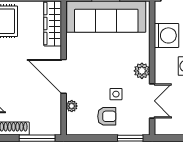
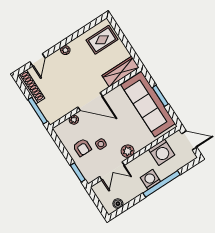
door: (64, 76) -> (90, 102), swing flipped

